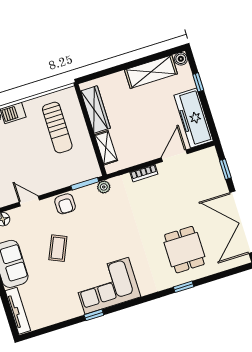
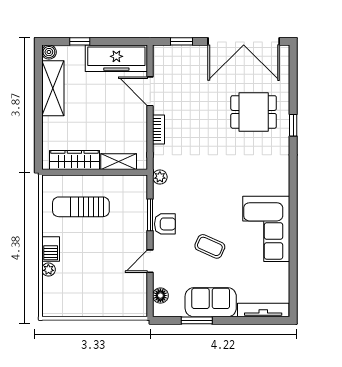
sun lounger: (57, 128) -> (81, 207), turned 180
window: (85, 184) -> (150, 215), moved
corner sofa: (107, 286) -> (266, 229), moved
window: (94, 315) -> (293, 230), removed

